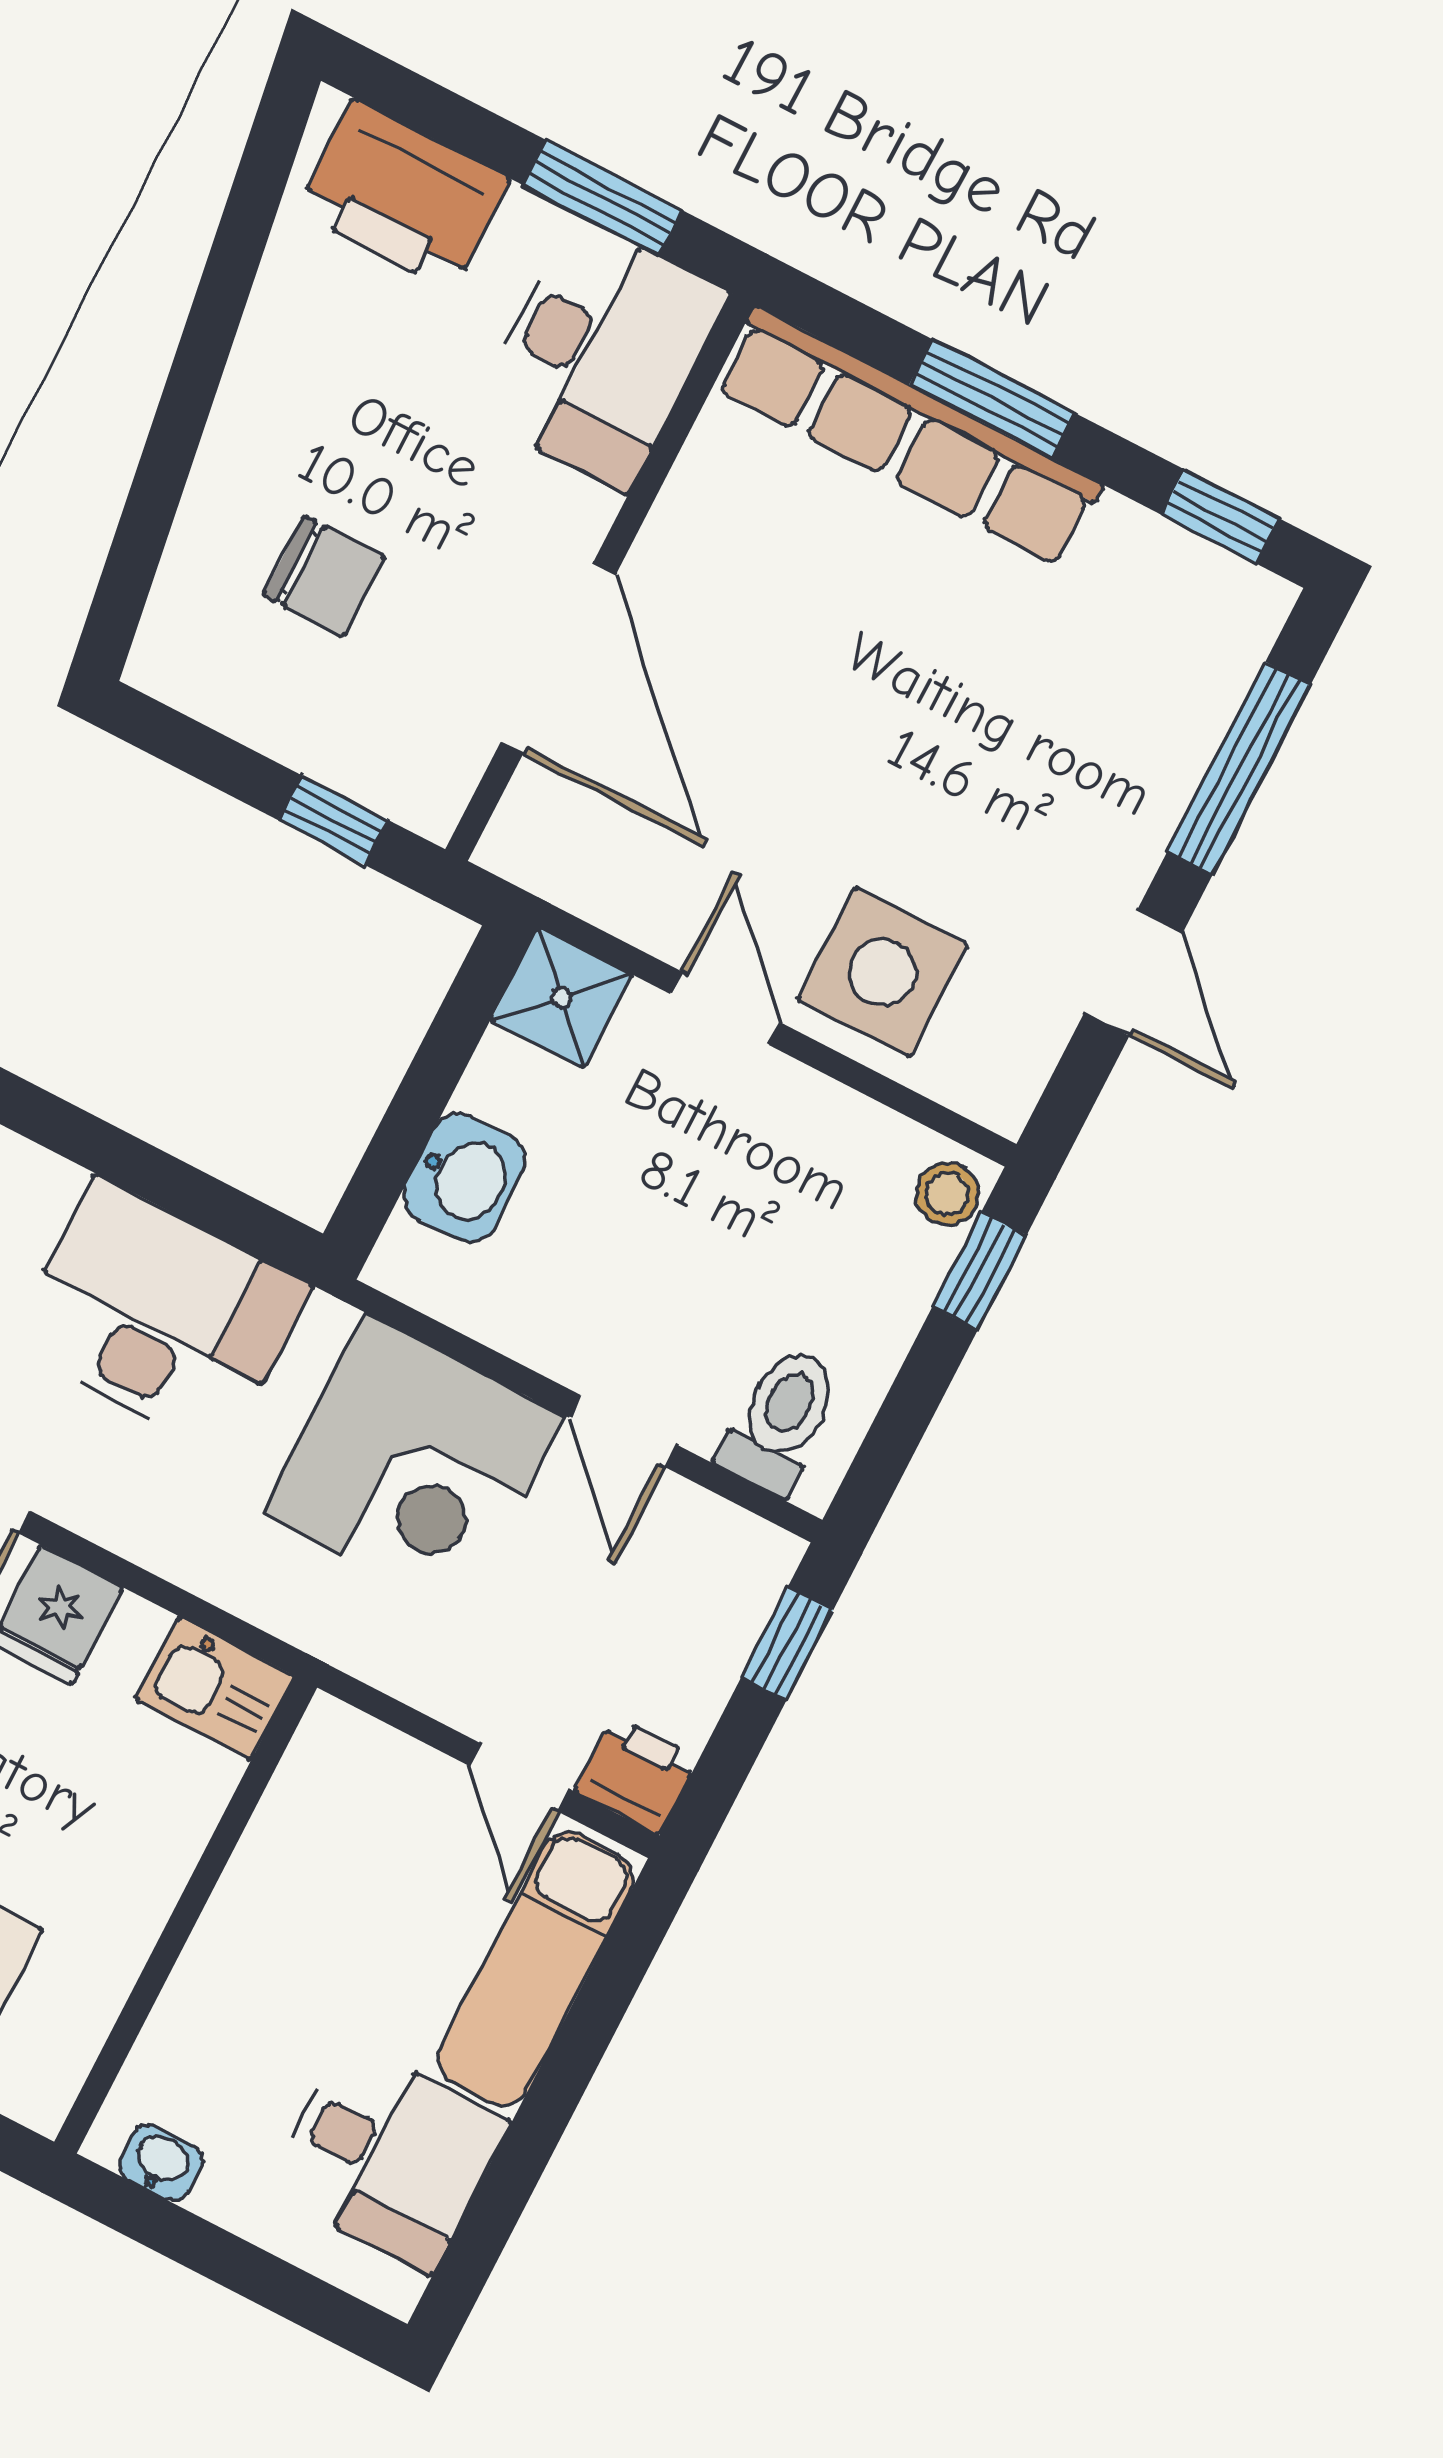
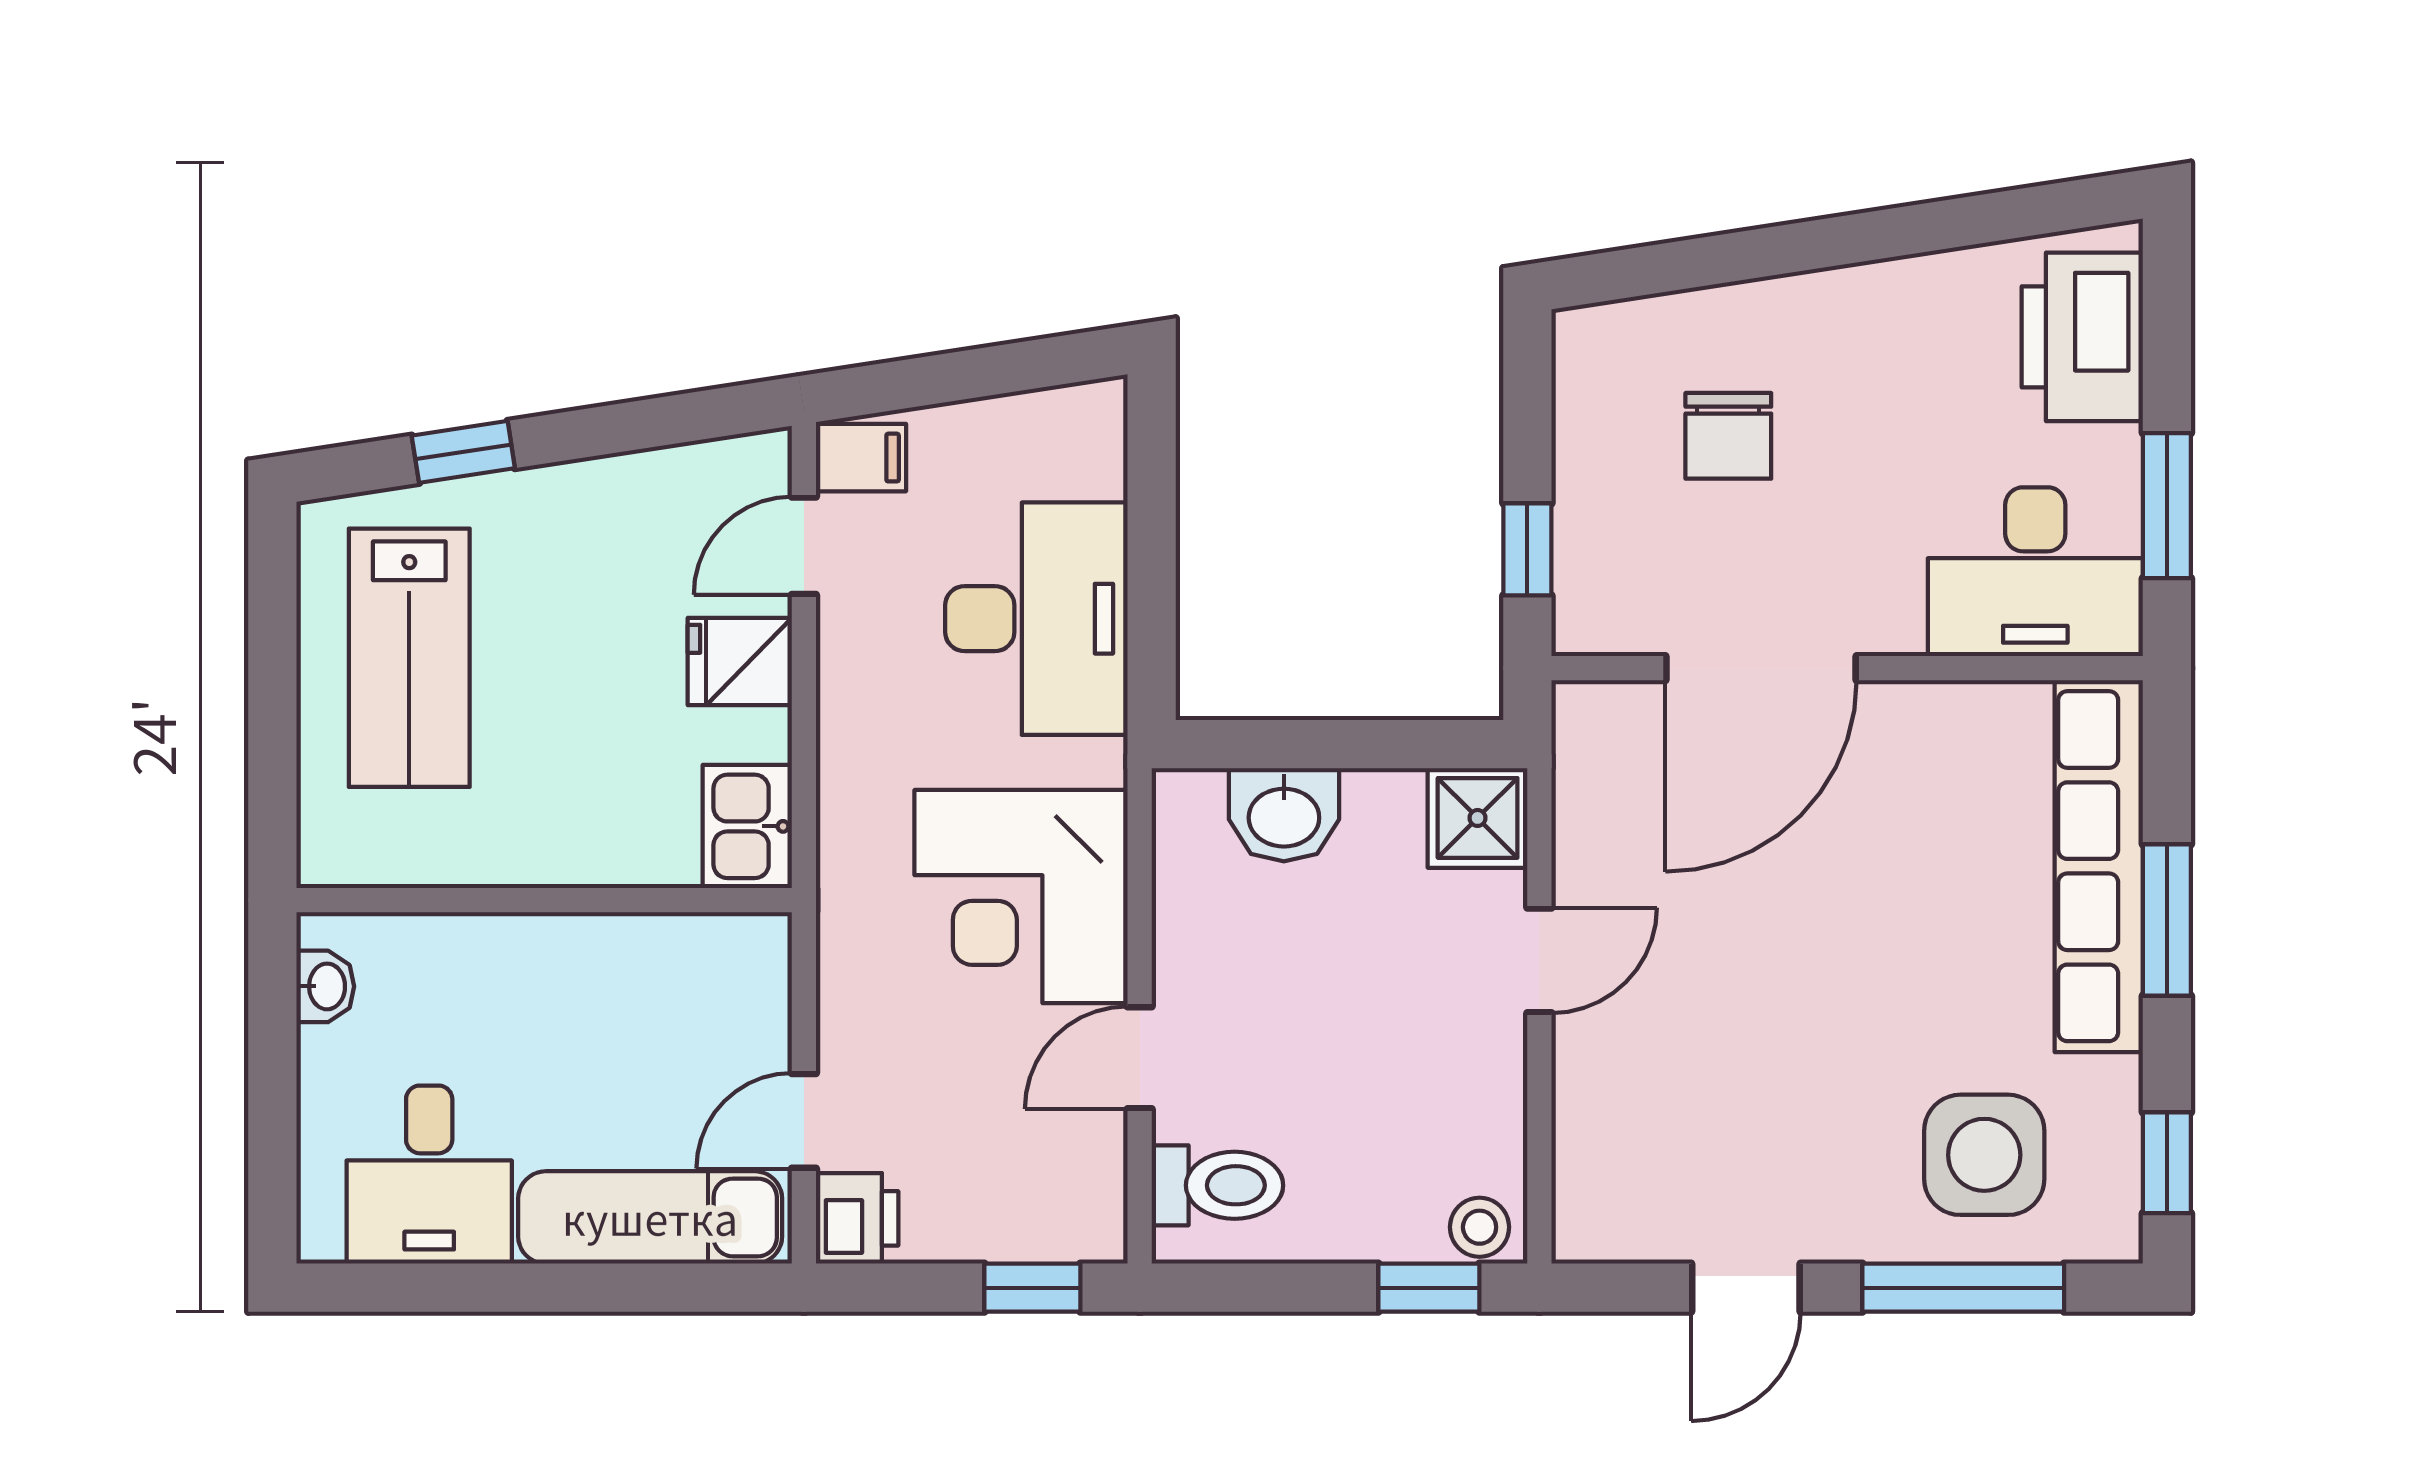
side table: (883, 972) -> (1984, 1155), moved

